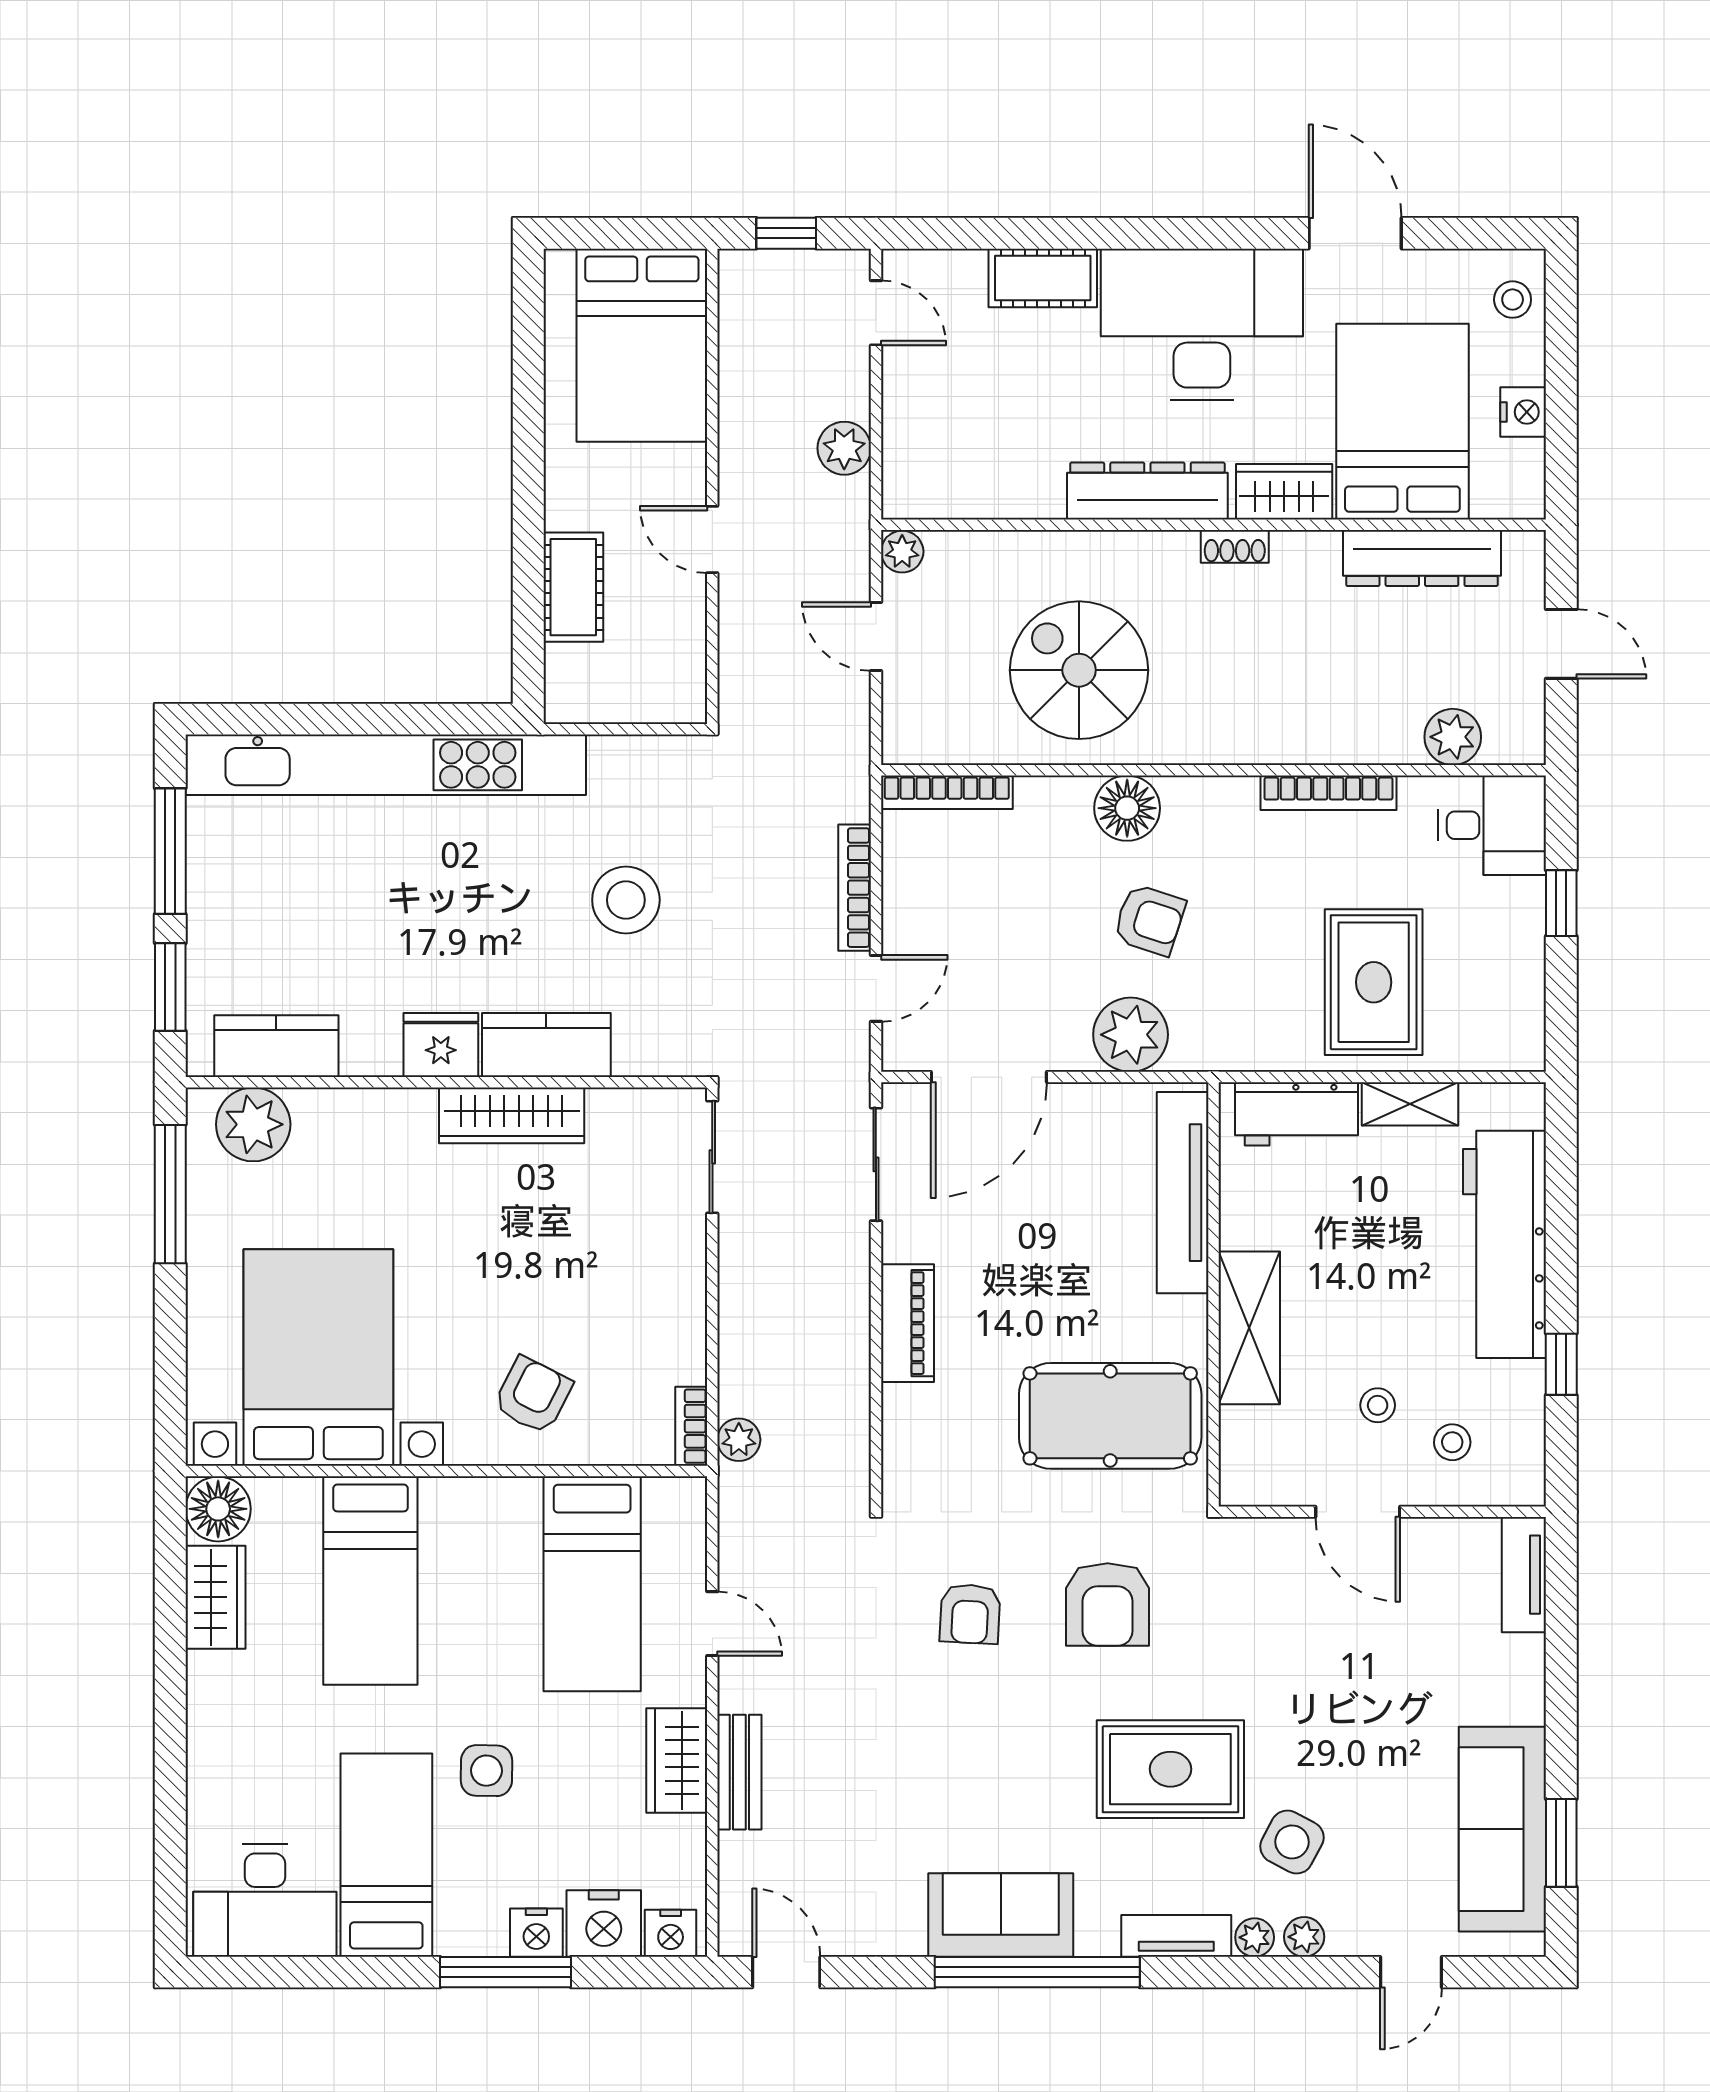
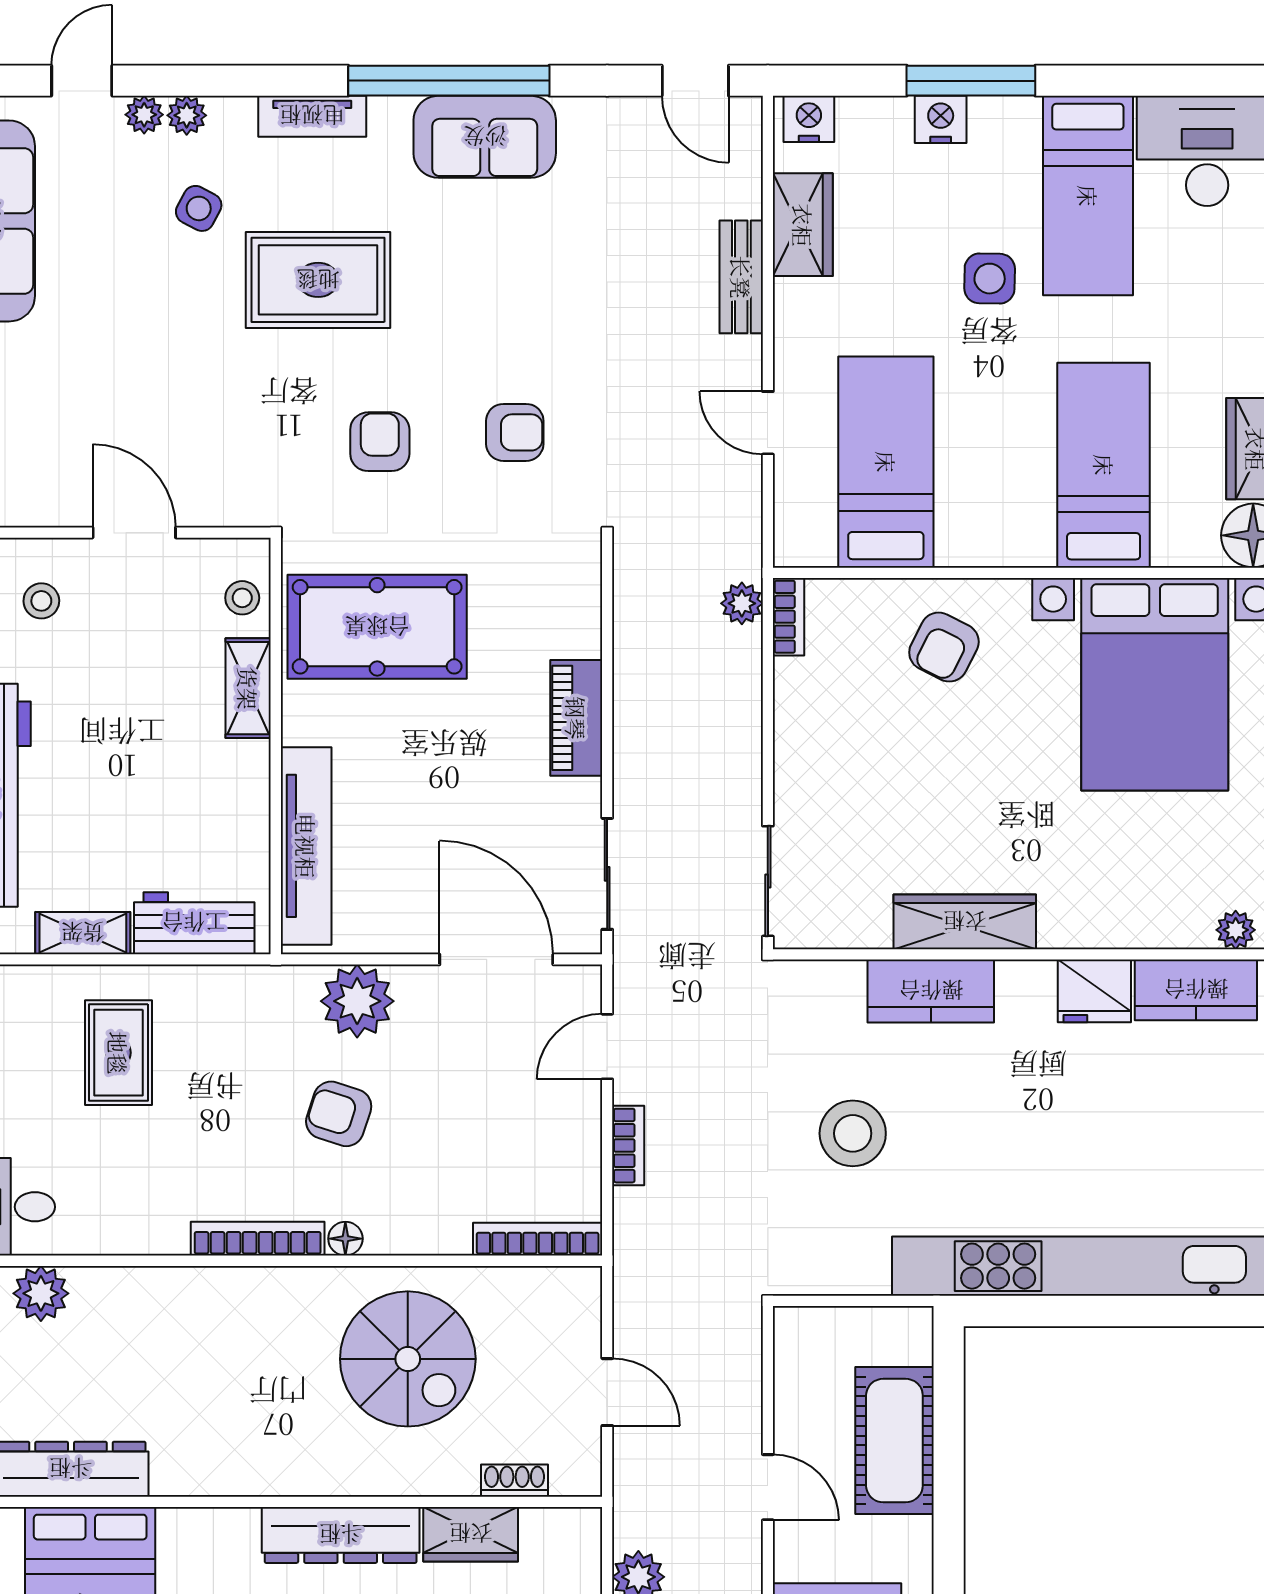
wardrobe: (1284, 492) -> (471, 1534), moved
shoe rack: (1235, 546) -> (514, 1481), moved
plant: (902, 552) -> (581, 1475), removed
cot: (573, 587) -> (894, 1441), width x1.37, depth x1.34
bookcase: (1328, 793) -> (258, 1239), moved
floor lamp: (1127, 808) -> (345, 1239), width x0.53, depth x0.53
bookcase: (855, 888) -> (628, 1146), width x0.64
rug: (1374, 982) -> (118, 1053), width x0.73, depth x0.70
fridge: (441, 1045) -> (1094, 991), moved
door: (989, 1077) -> (496, 959), hinge flipped
plant: (253, 1124) -> (1236, 930), width x0.53, depth x0.53
shelving: (1249, 1328) -> (248, 688), width x0.67, depth x0.75
stool: (1378, 1405) -> (242, 598), moved
armchair: (1108, 1604) -> (380, 442), width x0.72, depth x0.72
armchair: (970, 1614) -> (515, 432), turned 87
wardrobe: (677, 1761) -> (803, 225), moved
side table: (1292, 1842) -> (199, 208), width x0.73, depth x0.73
nightstand: (604, 1923) -> (874, 128), removed
plant: (1255, 1937) -> (144, 115), moved

